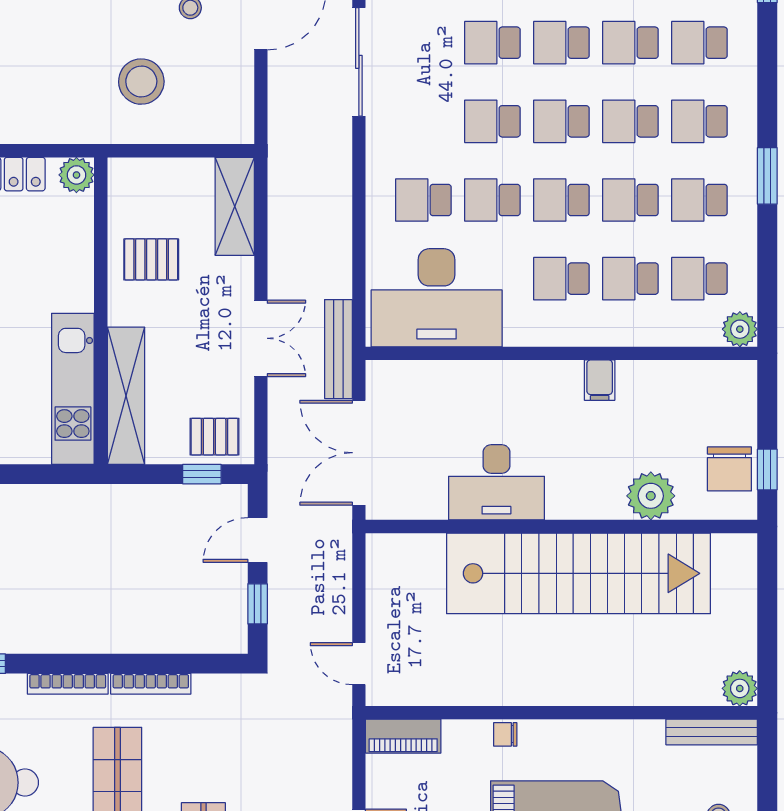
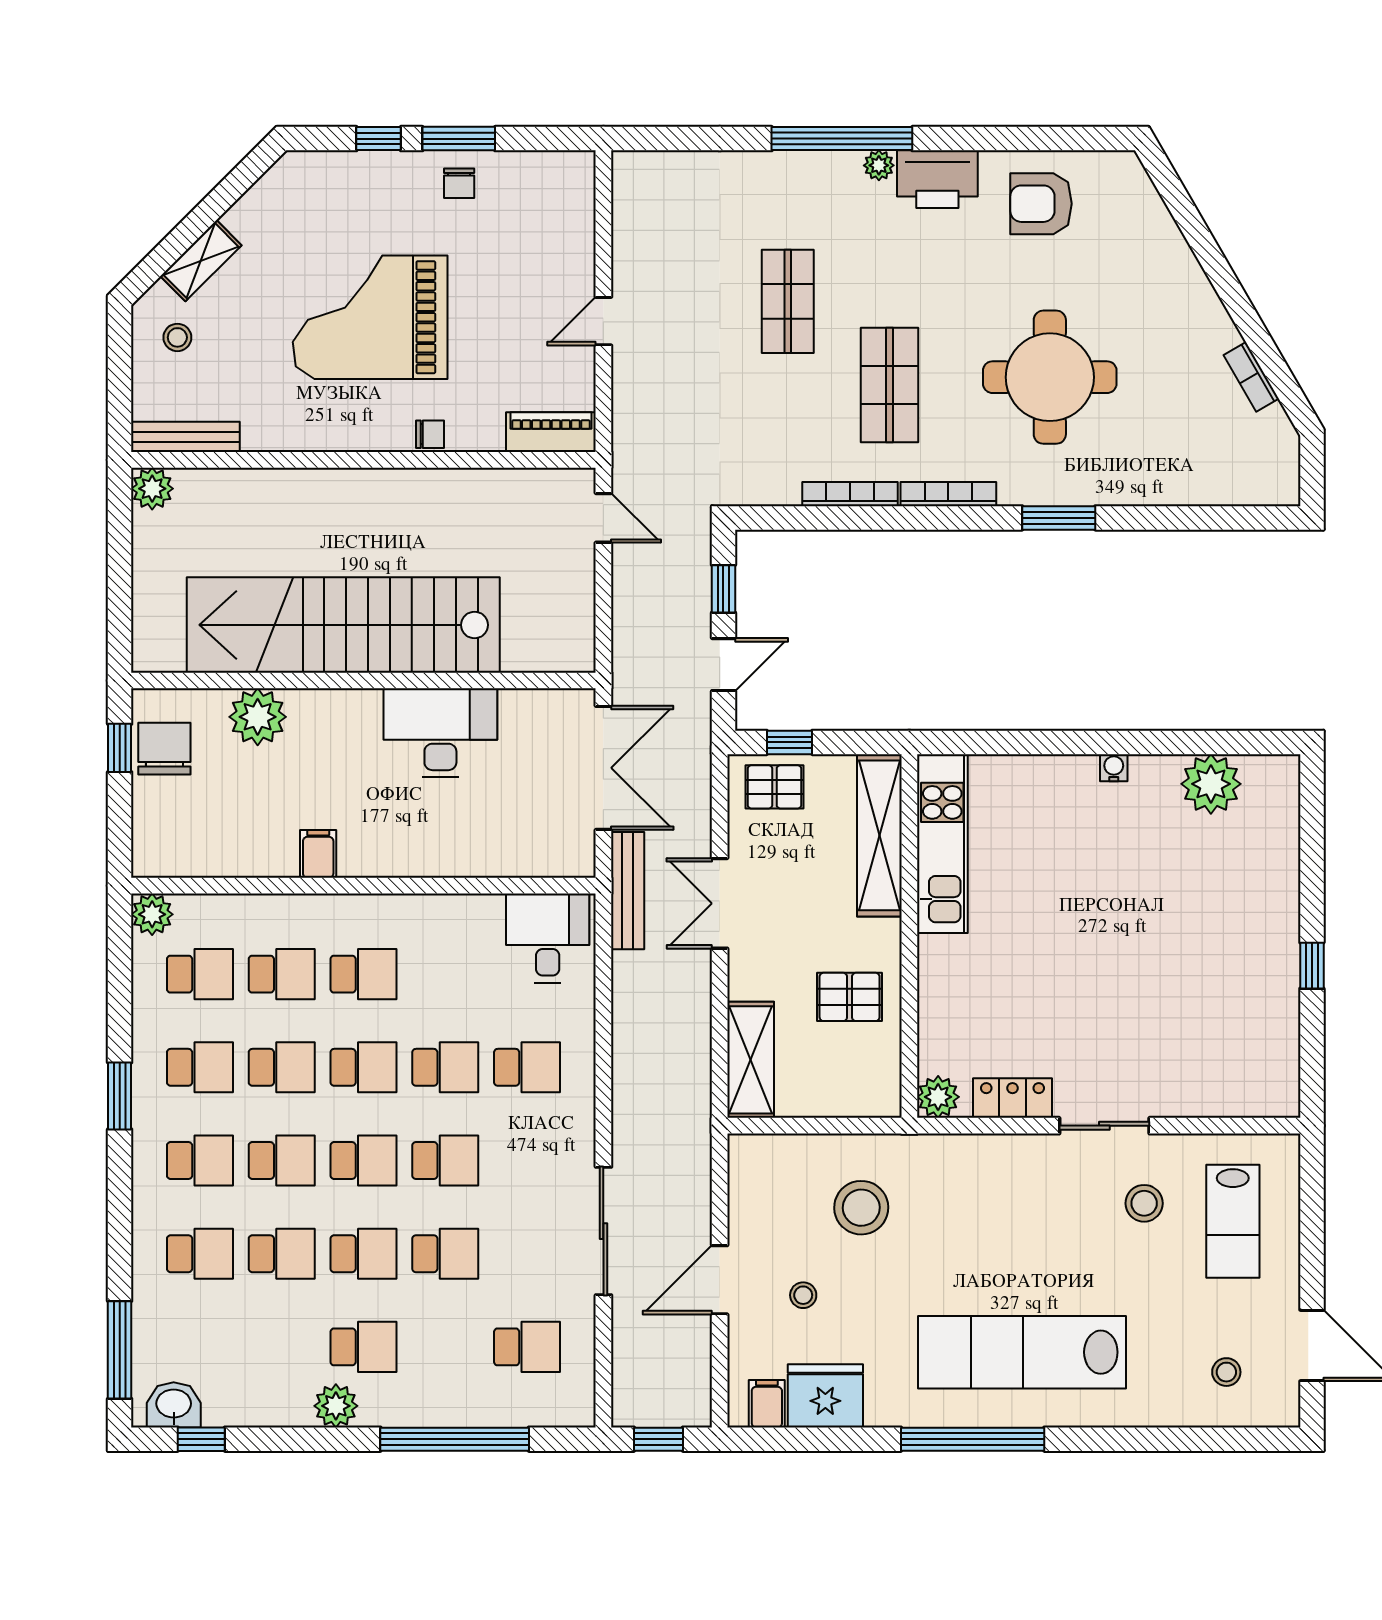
desk: (437, 298) -> (548, 938), width x0.53, depth x0.77

